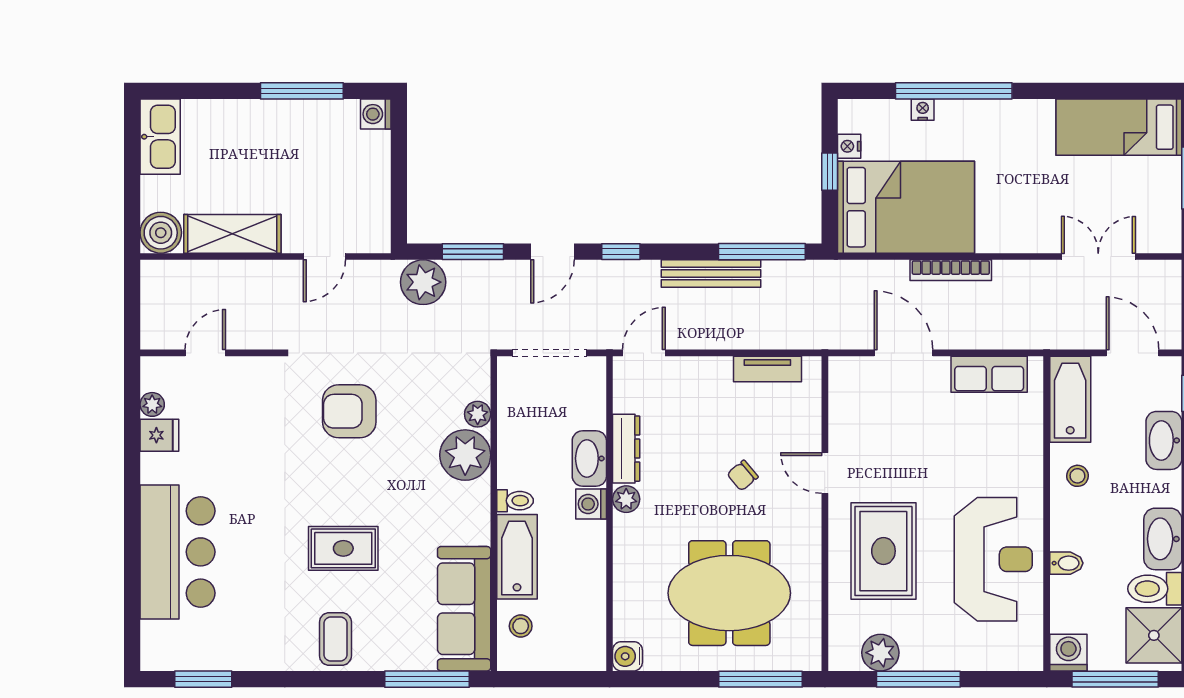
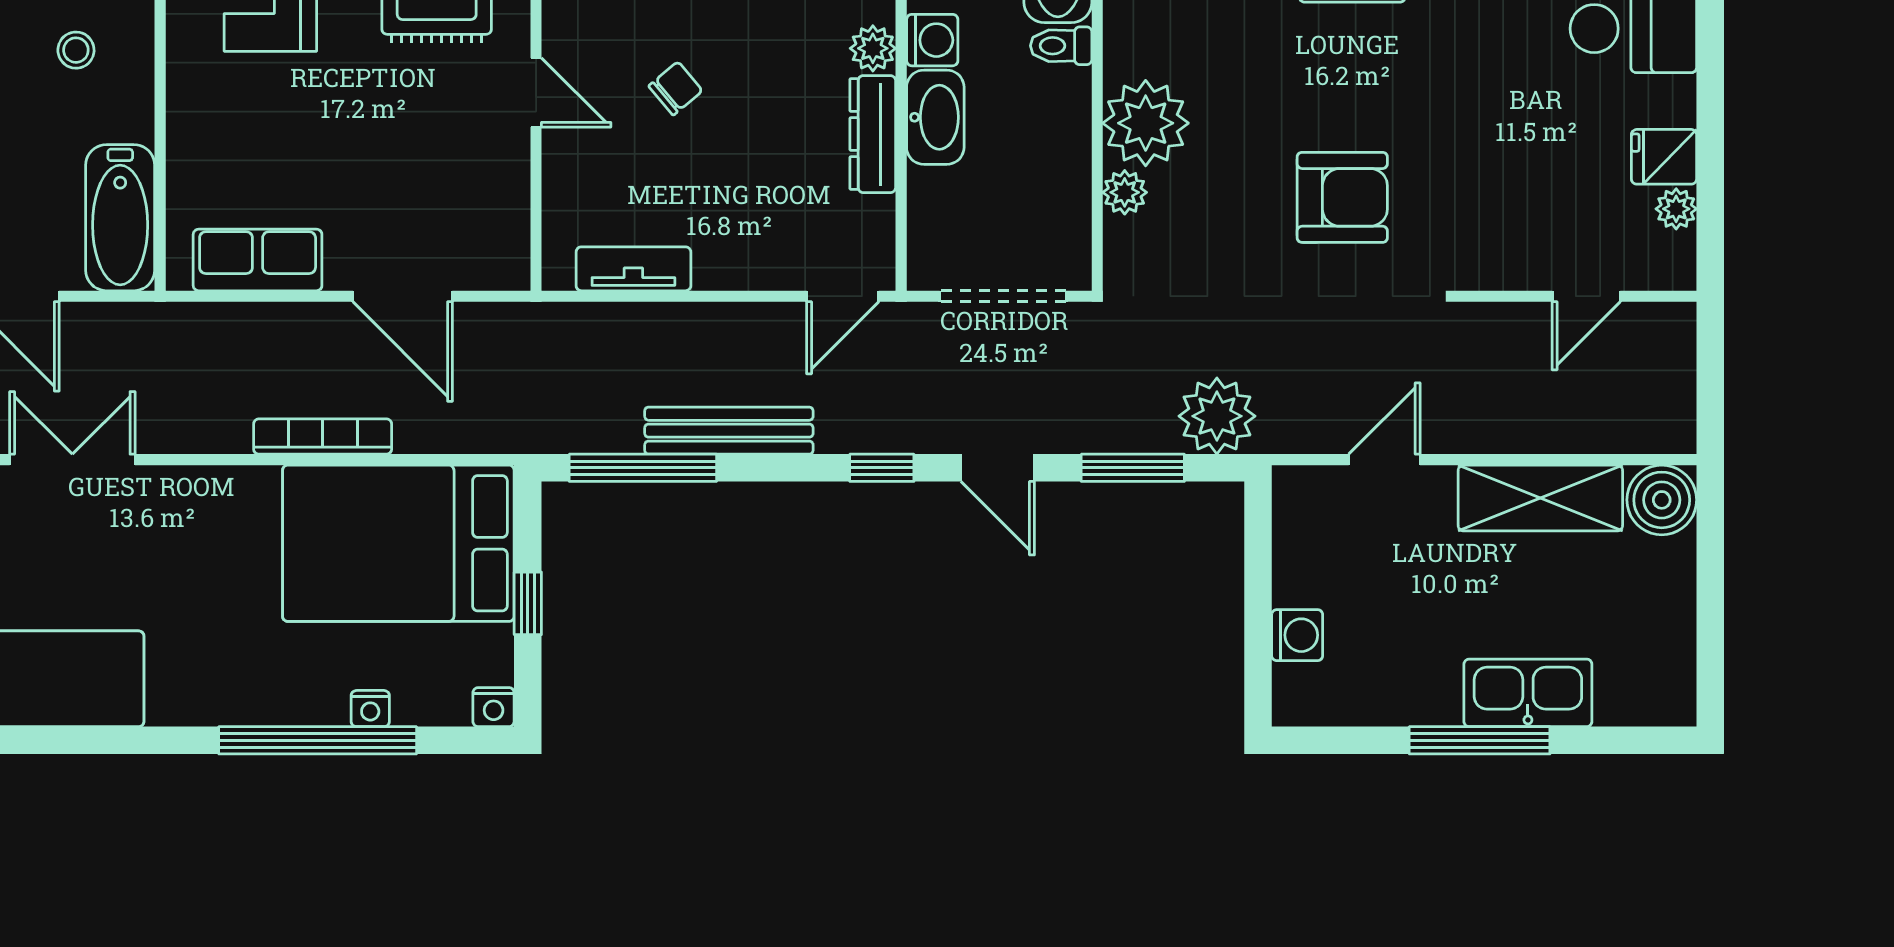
window: (302, 91) -> (1480, 740), moved
washing machine: (376, 114) -> (1297, 635), moved
kitchen sink: (160, 137) -> (1528, 693), moved, turned 90
nightstand: (849, 146) -> (494, 707), moved, turned 90
door: (553, 252) -> (998, 468), swing flipped
double door: (1098, 256) -> (72, 460), swing flipped
stool: (1077, 476) -> (76, 50), moved

